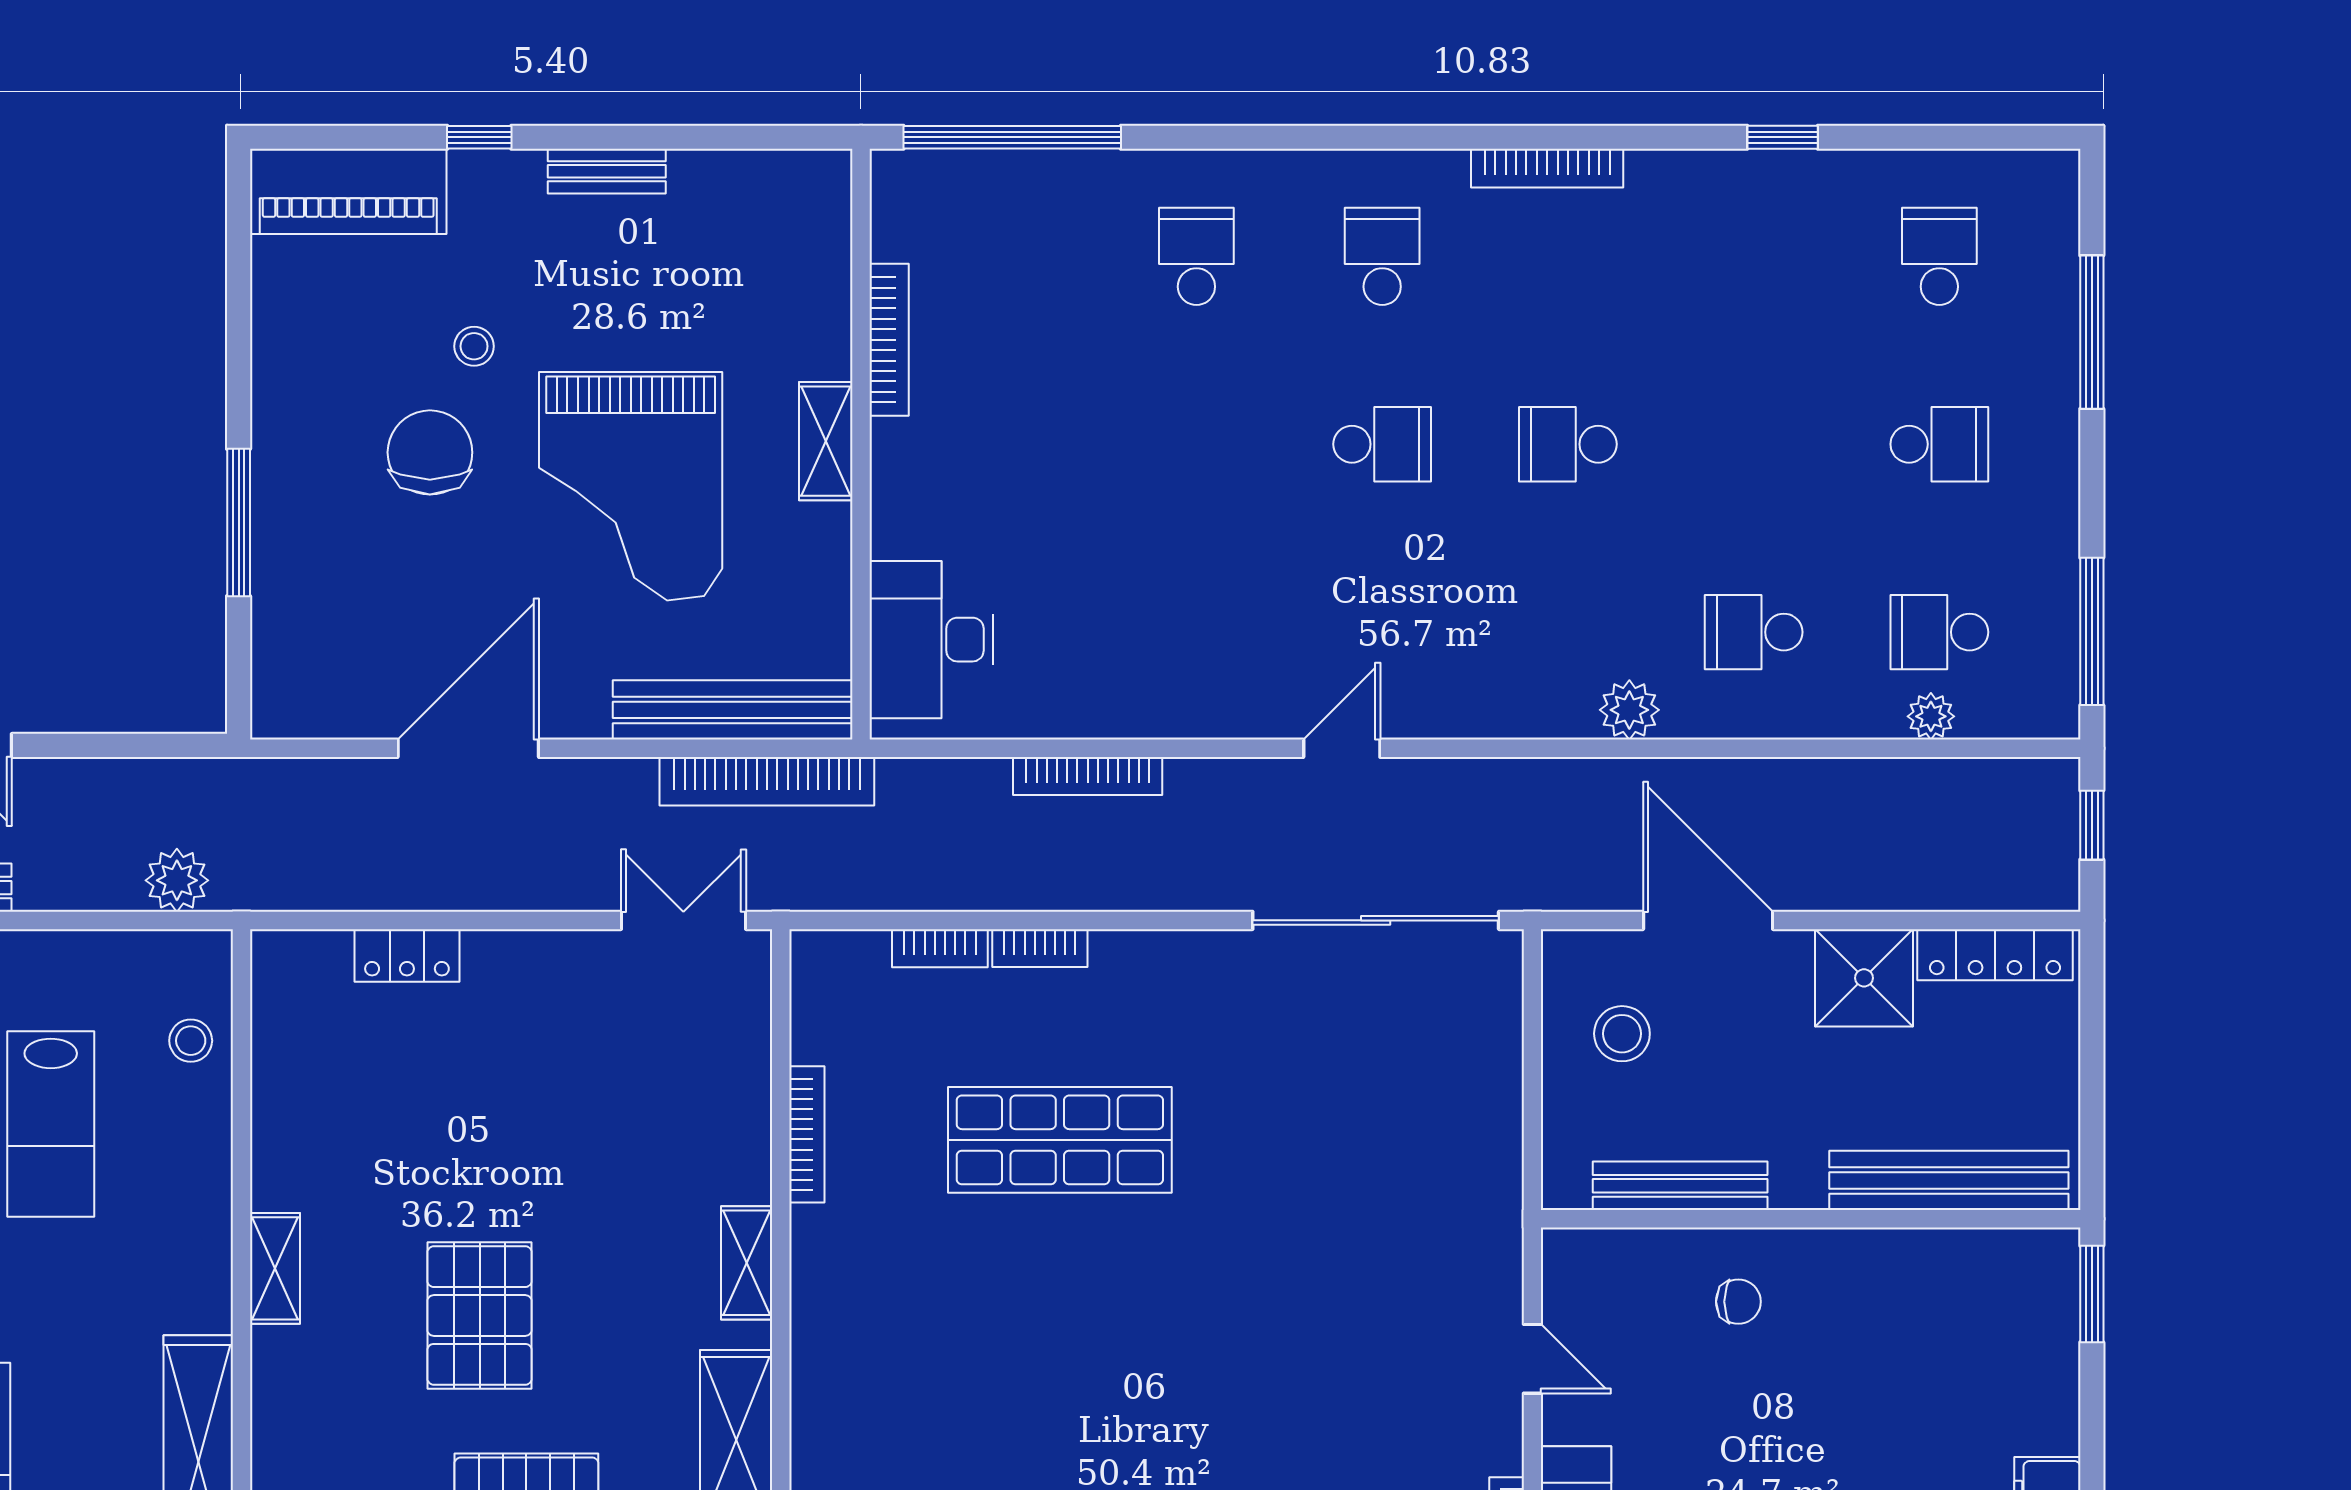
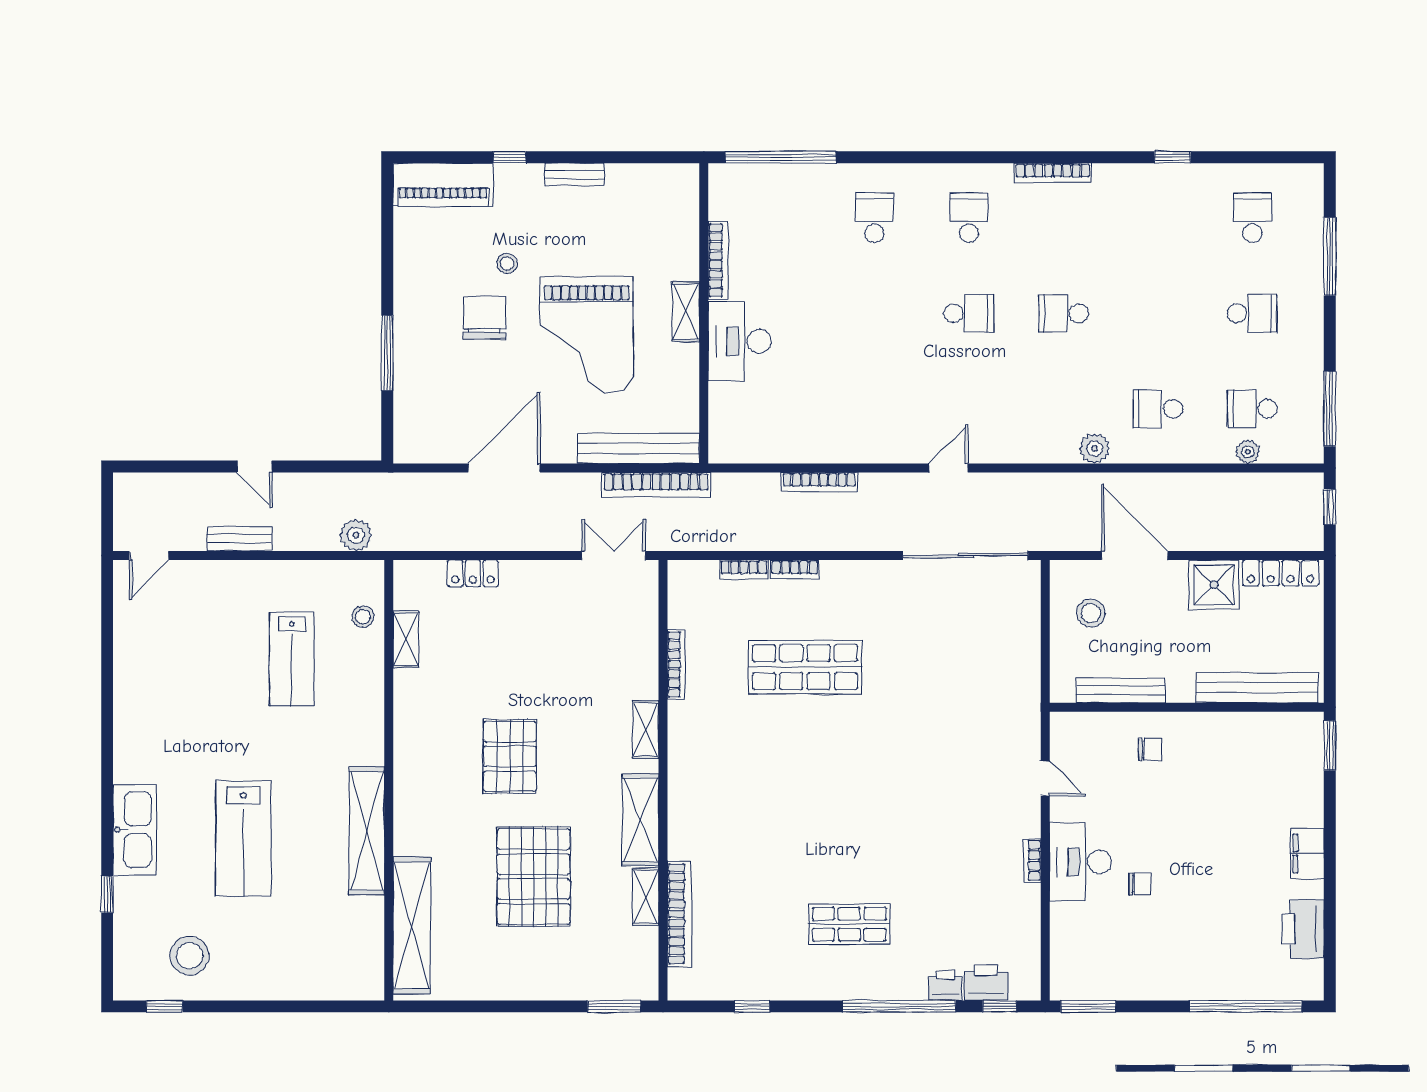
desk: (932, 640) -> (740, 341), moved
shelving: (275, 1268) -> (406, 639), moved

